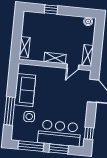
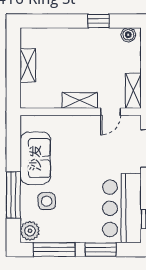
window: (51, 9) -> (99, 21), moved
shelving: (25, 47) -> (28, 65), moved
plant: (17, 133) -> (30, 231), added
bar counter: (59, 133) -> (122, 208), moved, turned -90

